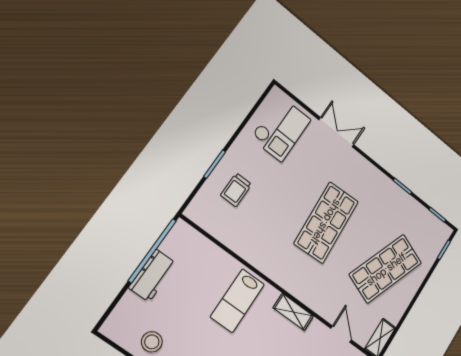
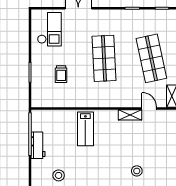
trolley: (236, 190) -> (61, 74), moved
shop shelf: (386, 269) -> (151, 58), turned -33
shelving: (293, 312) -> (130, 115), moved

